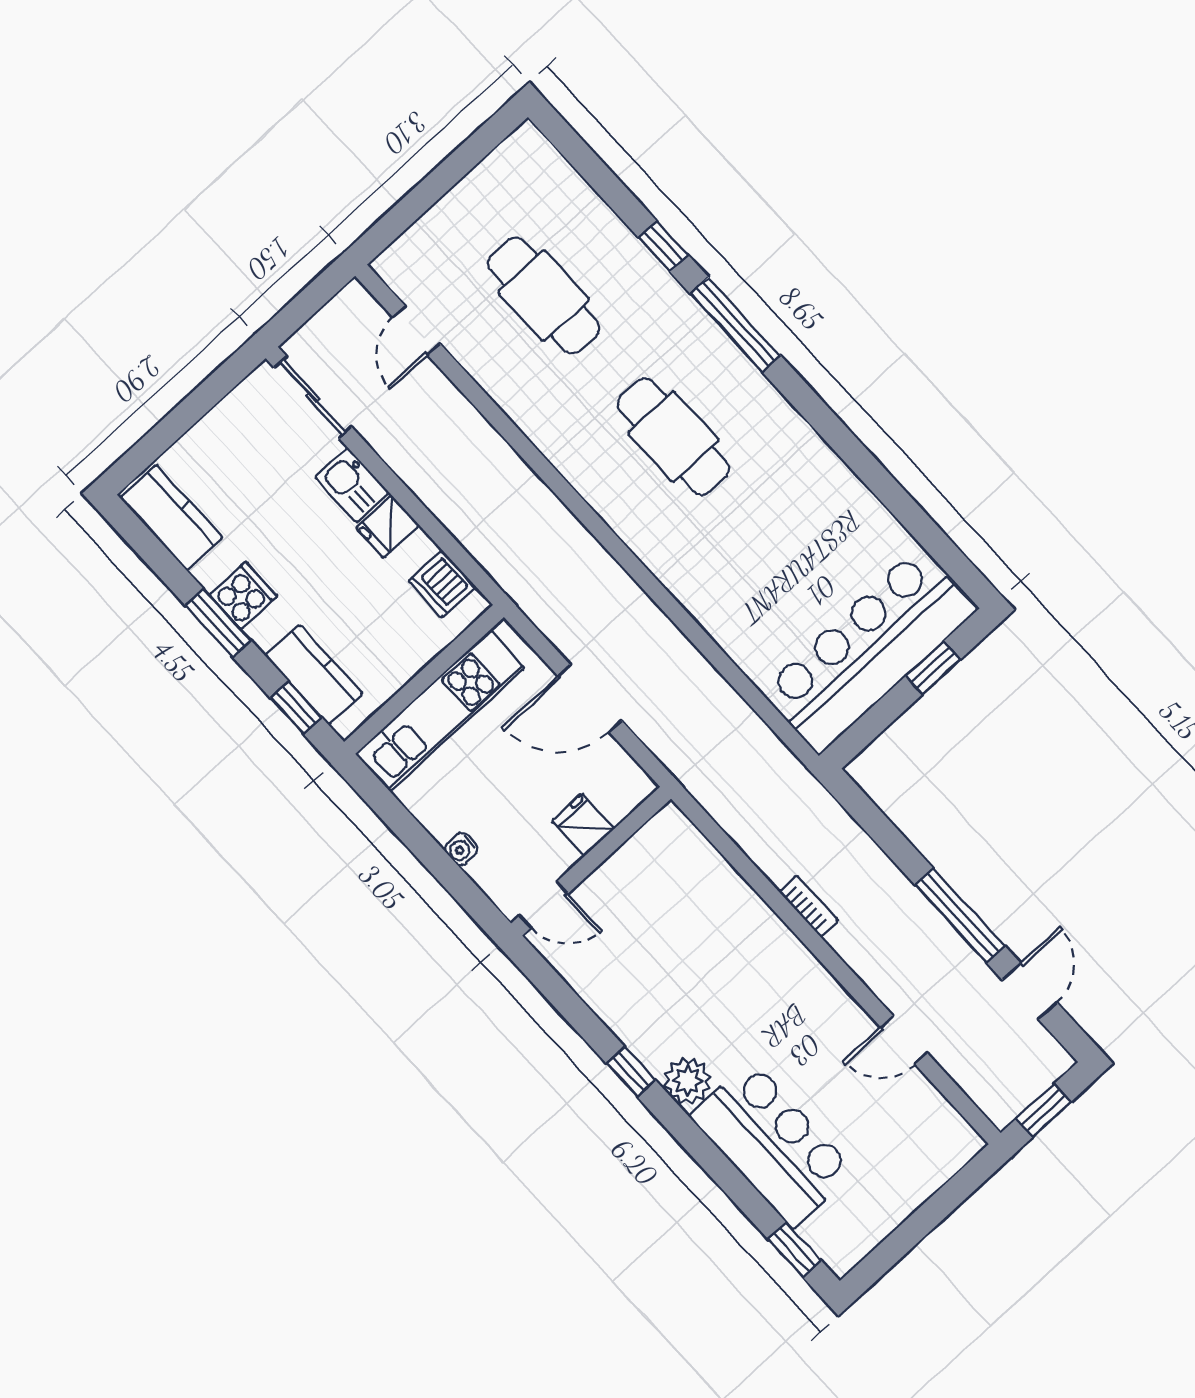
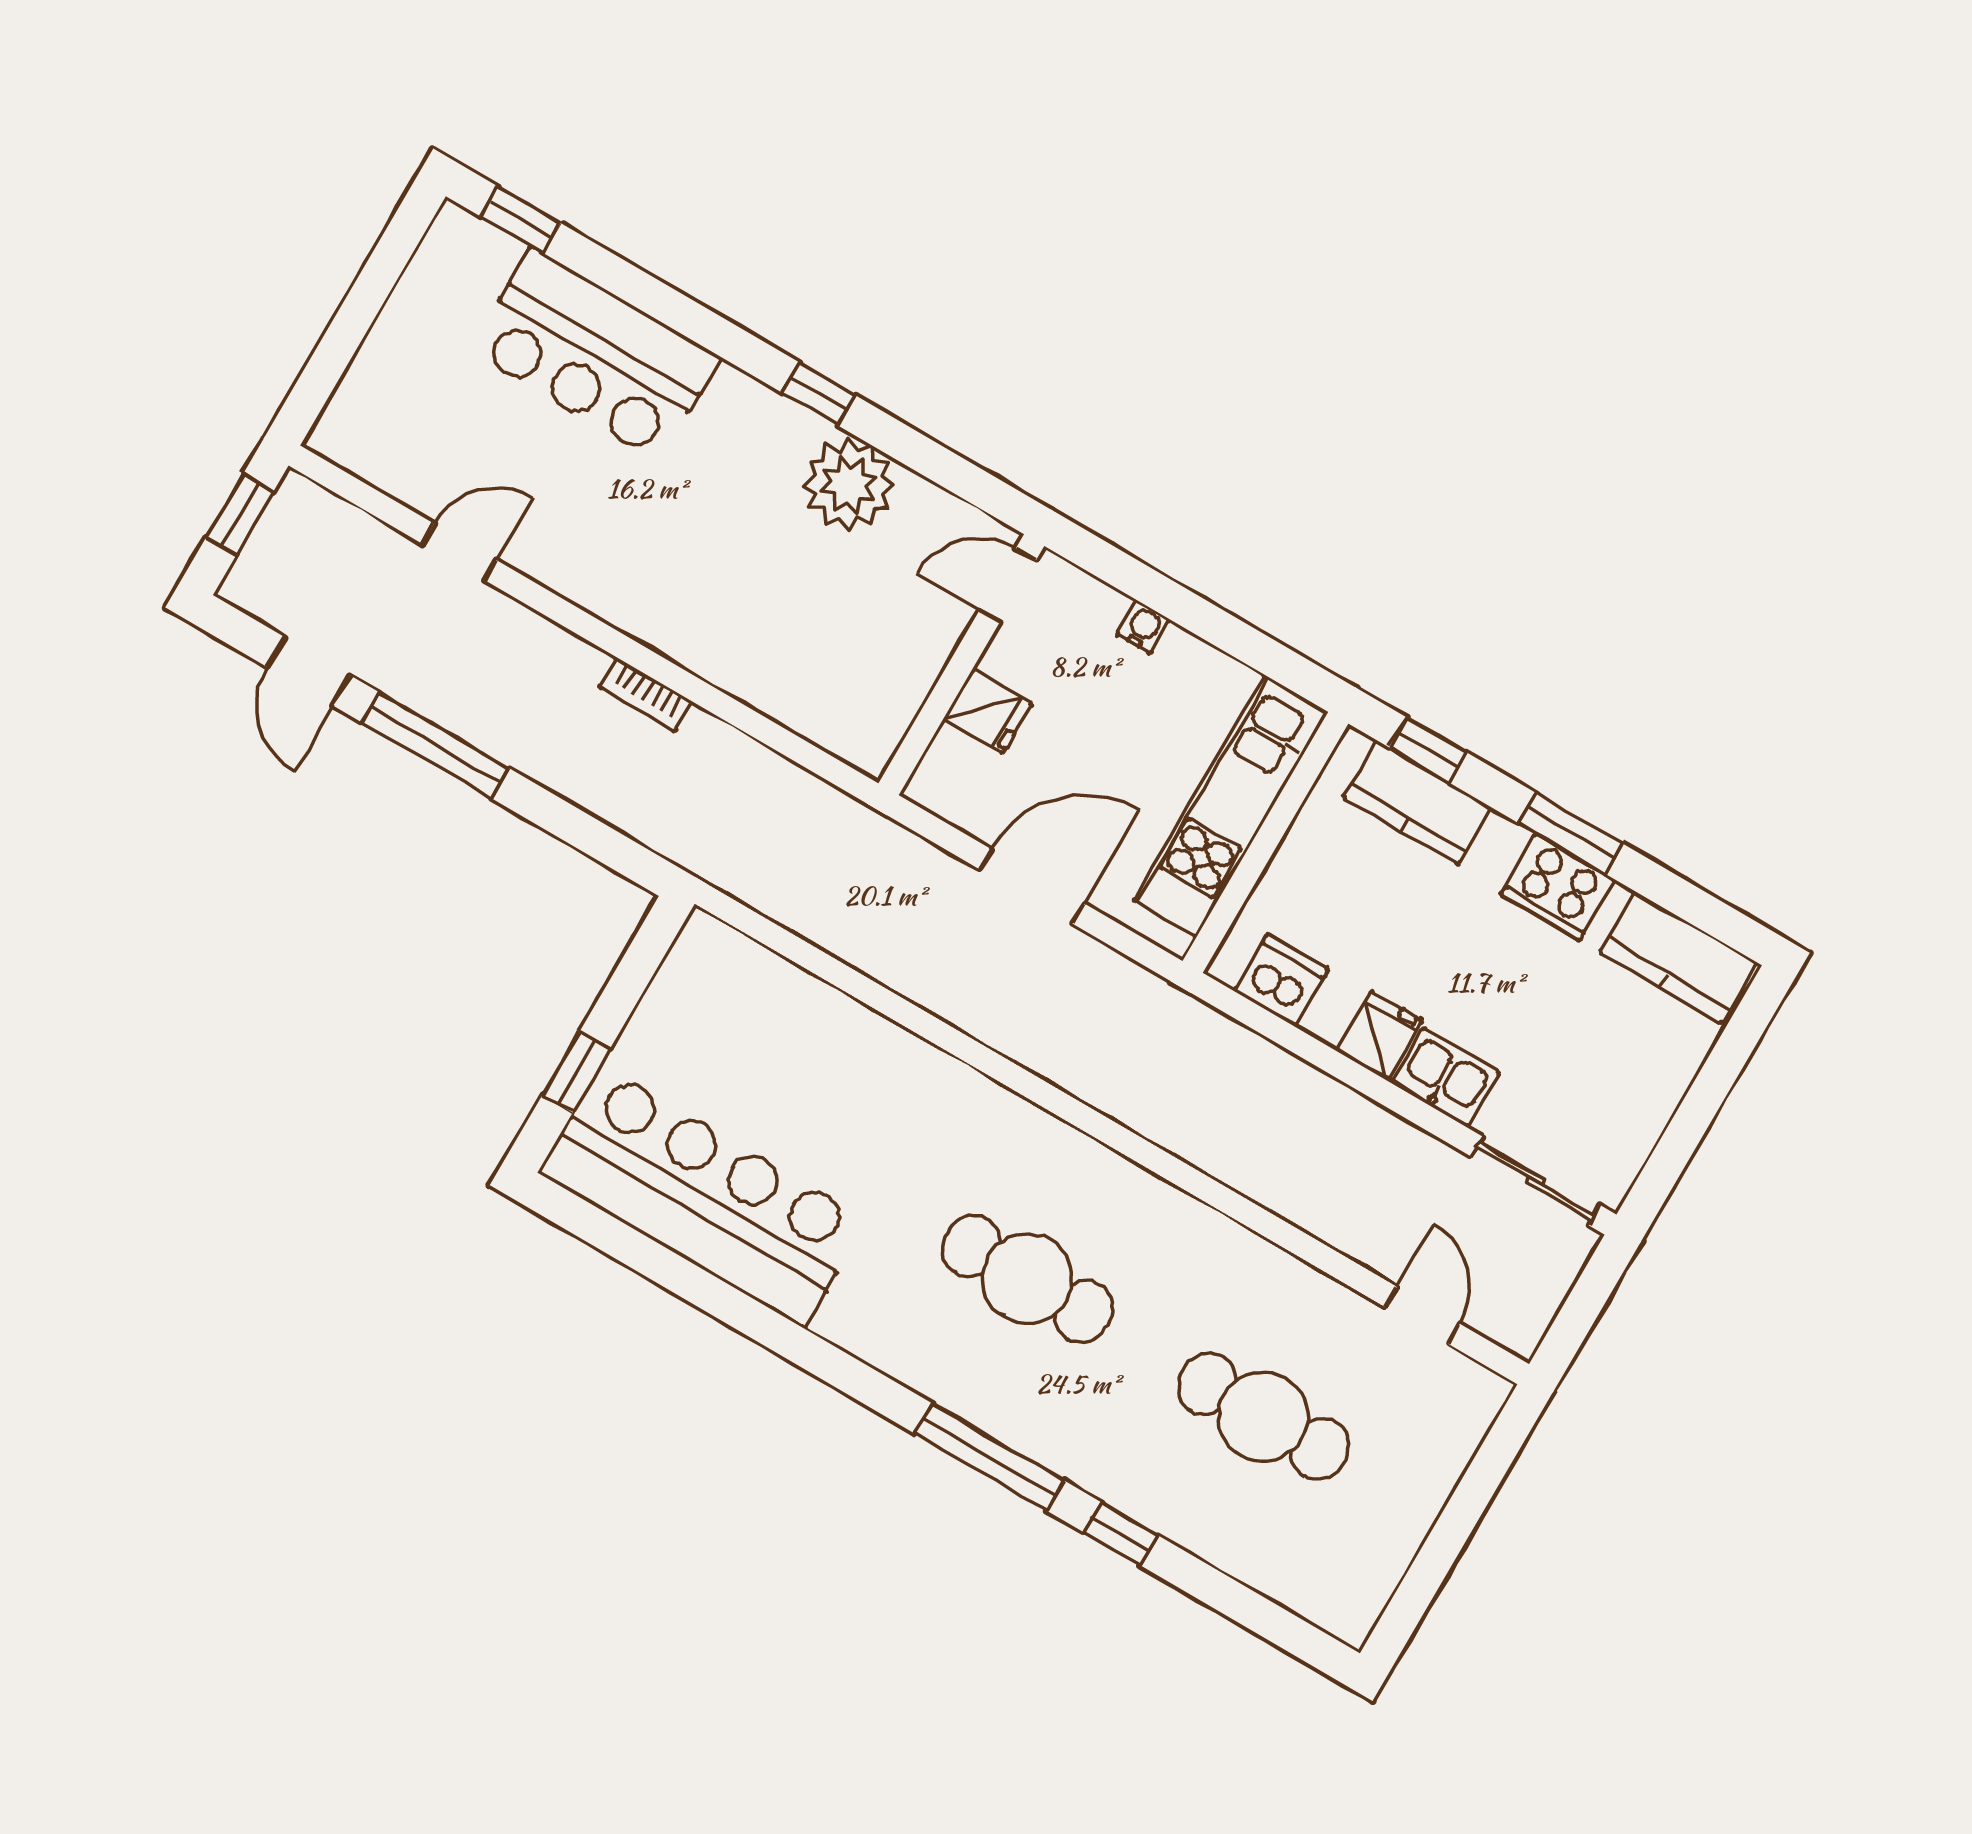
cooker: (243, 596) -> (1558, 887), width x1.36
bar counter: (869, 650) -> (702, 1196), moved, turned -90
plant: (687, 1081) -> (849, 485), moved, width x1.36, depth x1.36

